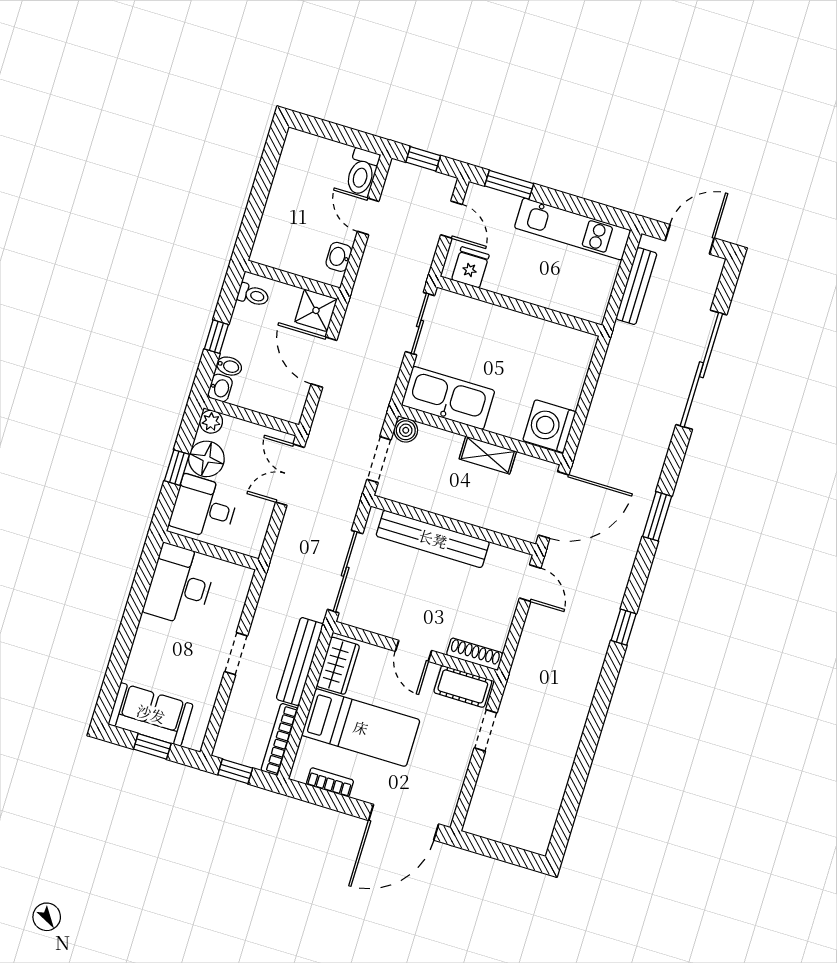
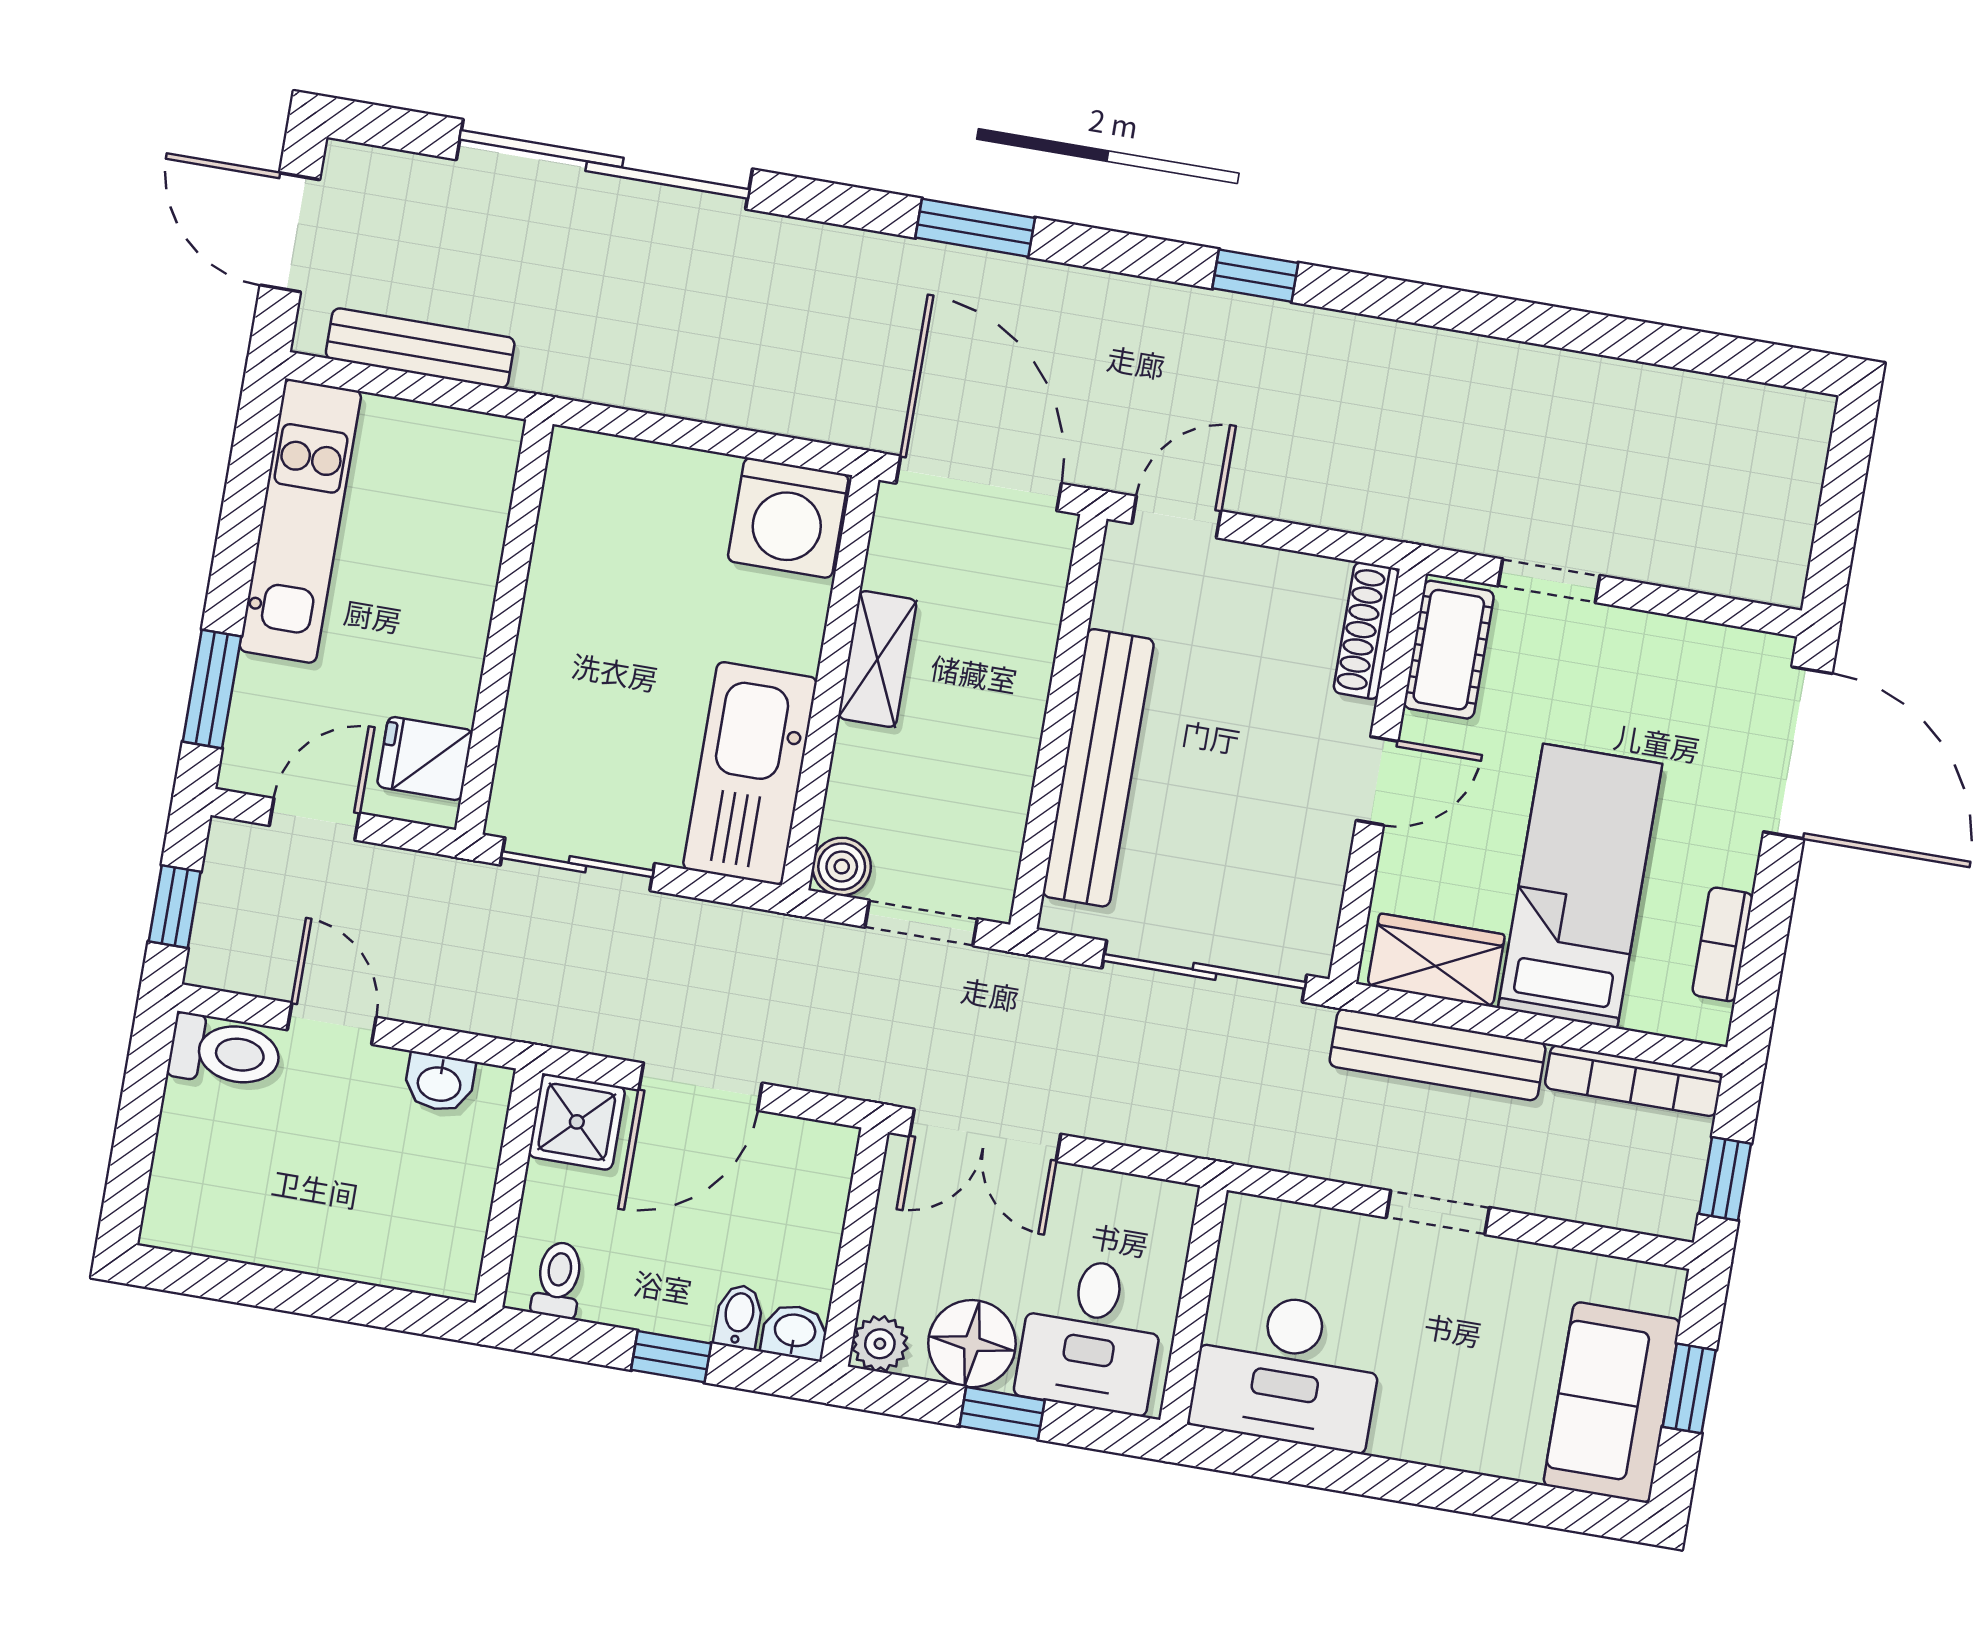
door: (368, 216) -> (332, 1024), swing flipped

